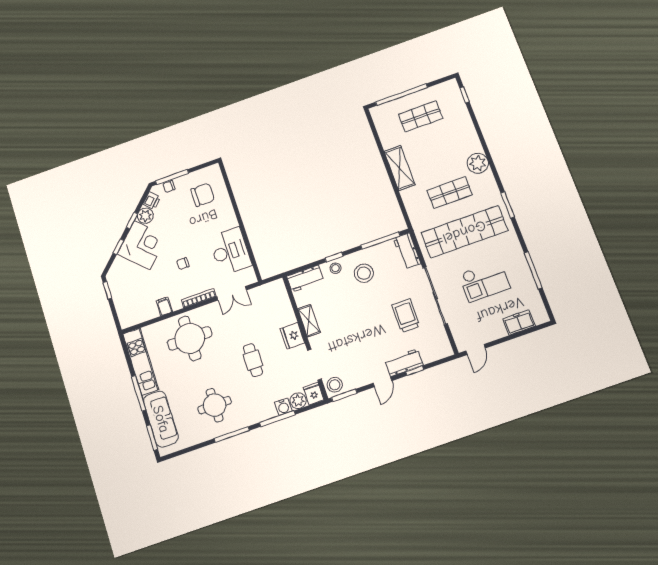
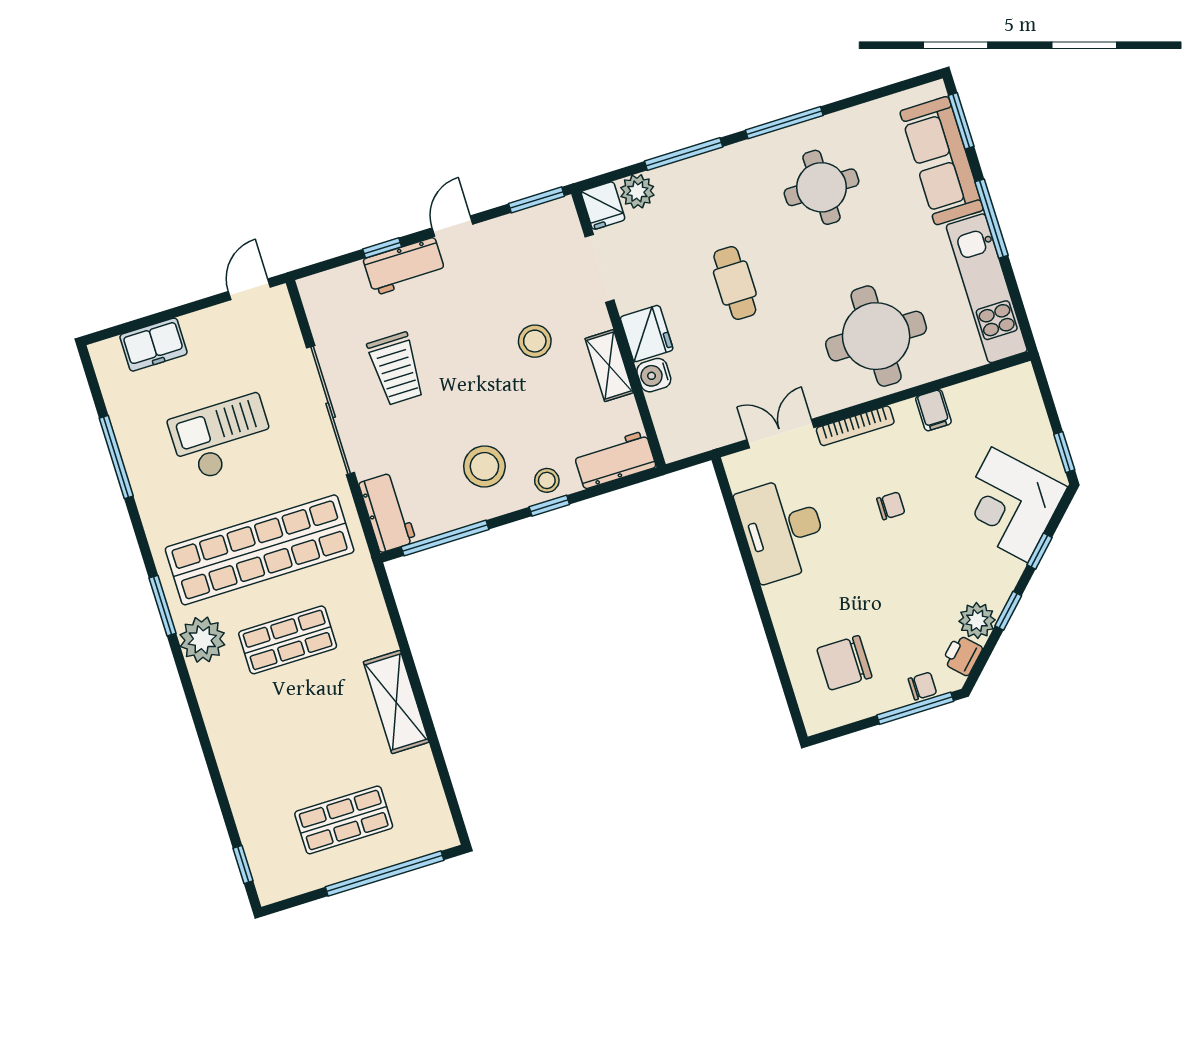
plant: (478, 163) -> (202, 640), moved
corner desk: (142, 245) -> (1010, 505), moved
stool: (335, 385) -> (535, 341), moved
water cooler: (283, 407) -> (654, 375), moved, turned -90

